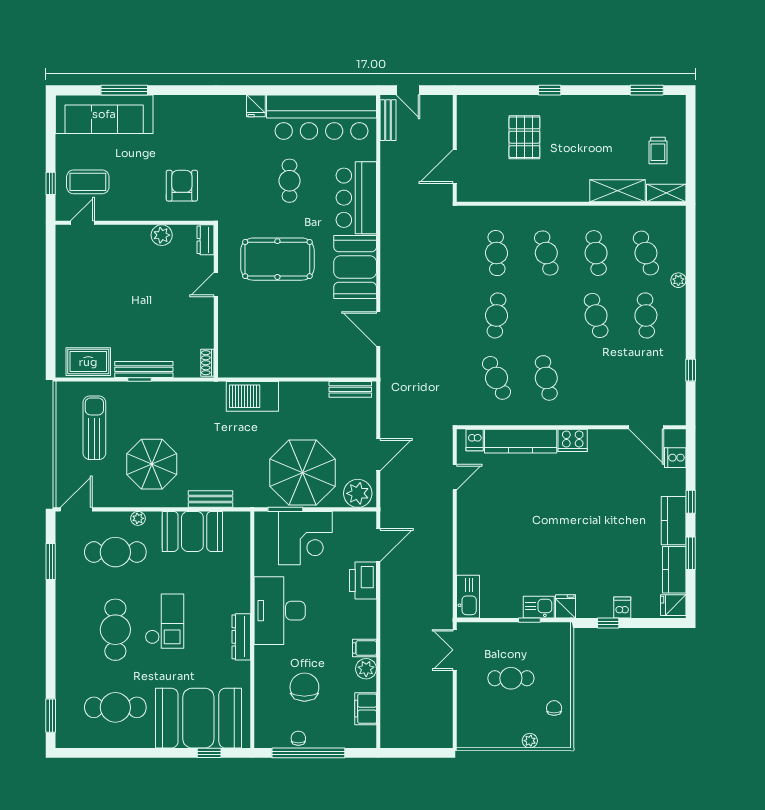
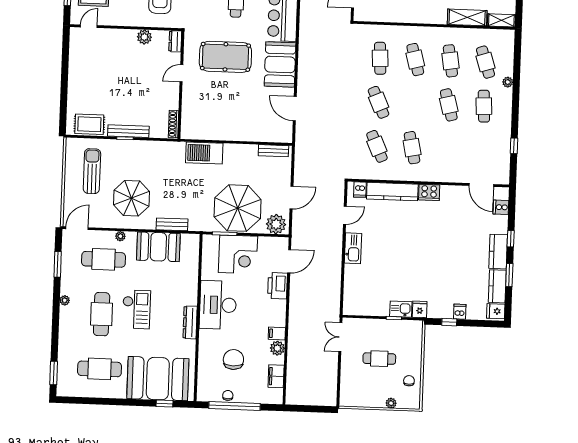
cafe table: (497, 315) -> (379, 102), turned -30
shoe rack: (207, 363) -> (173, 124), width x1.43
kitchen sink: (468, 597) -> (353, 248), moved
plant: (63, 612) -> (65, 300), added

